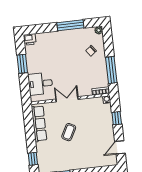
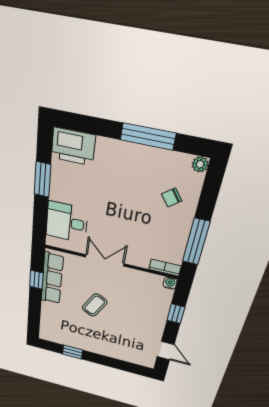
printer: (30, 39) -> (73, 147), width x1.87, depth x1.48
door: (120, 147) -> (166, 351), swing flipped
window: (33, 159) -> (36, 280), moved

